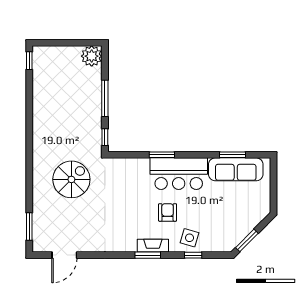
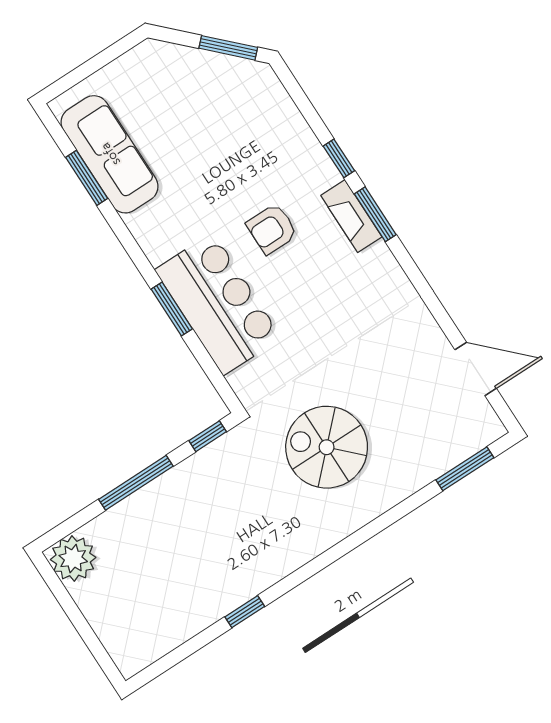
window: (29, 61) -> (245, 612), moved
bar counter: (179, 174) -> (218, 304), moved
side table: (190, 238) -> (292, 158), removed
window: (193, 255) -> (339, 158), moved

